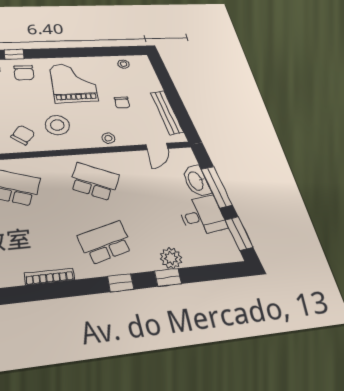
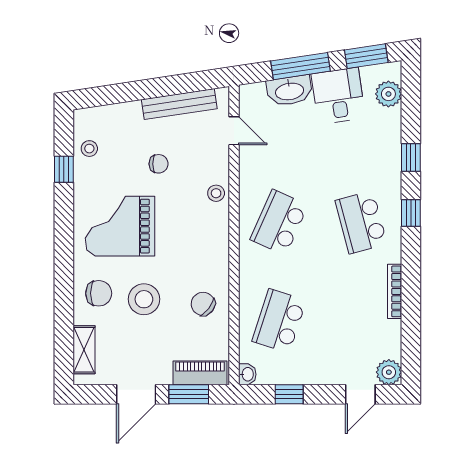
window: (14, 54) -> (64, 169), moved
stool: (57, 125) -> (144, 299), moved
plant: (171, 258) -> (388, 94), moved

